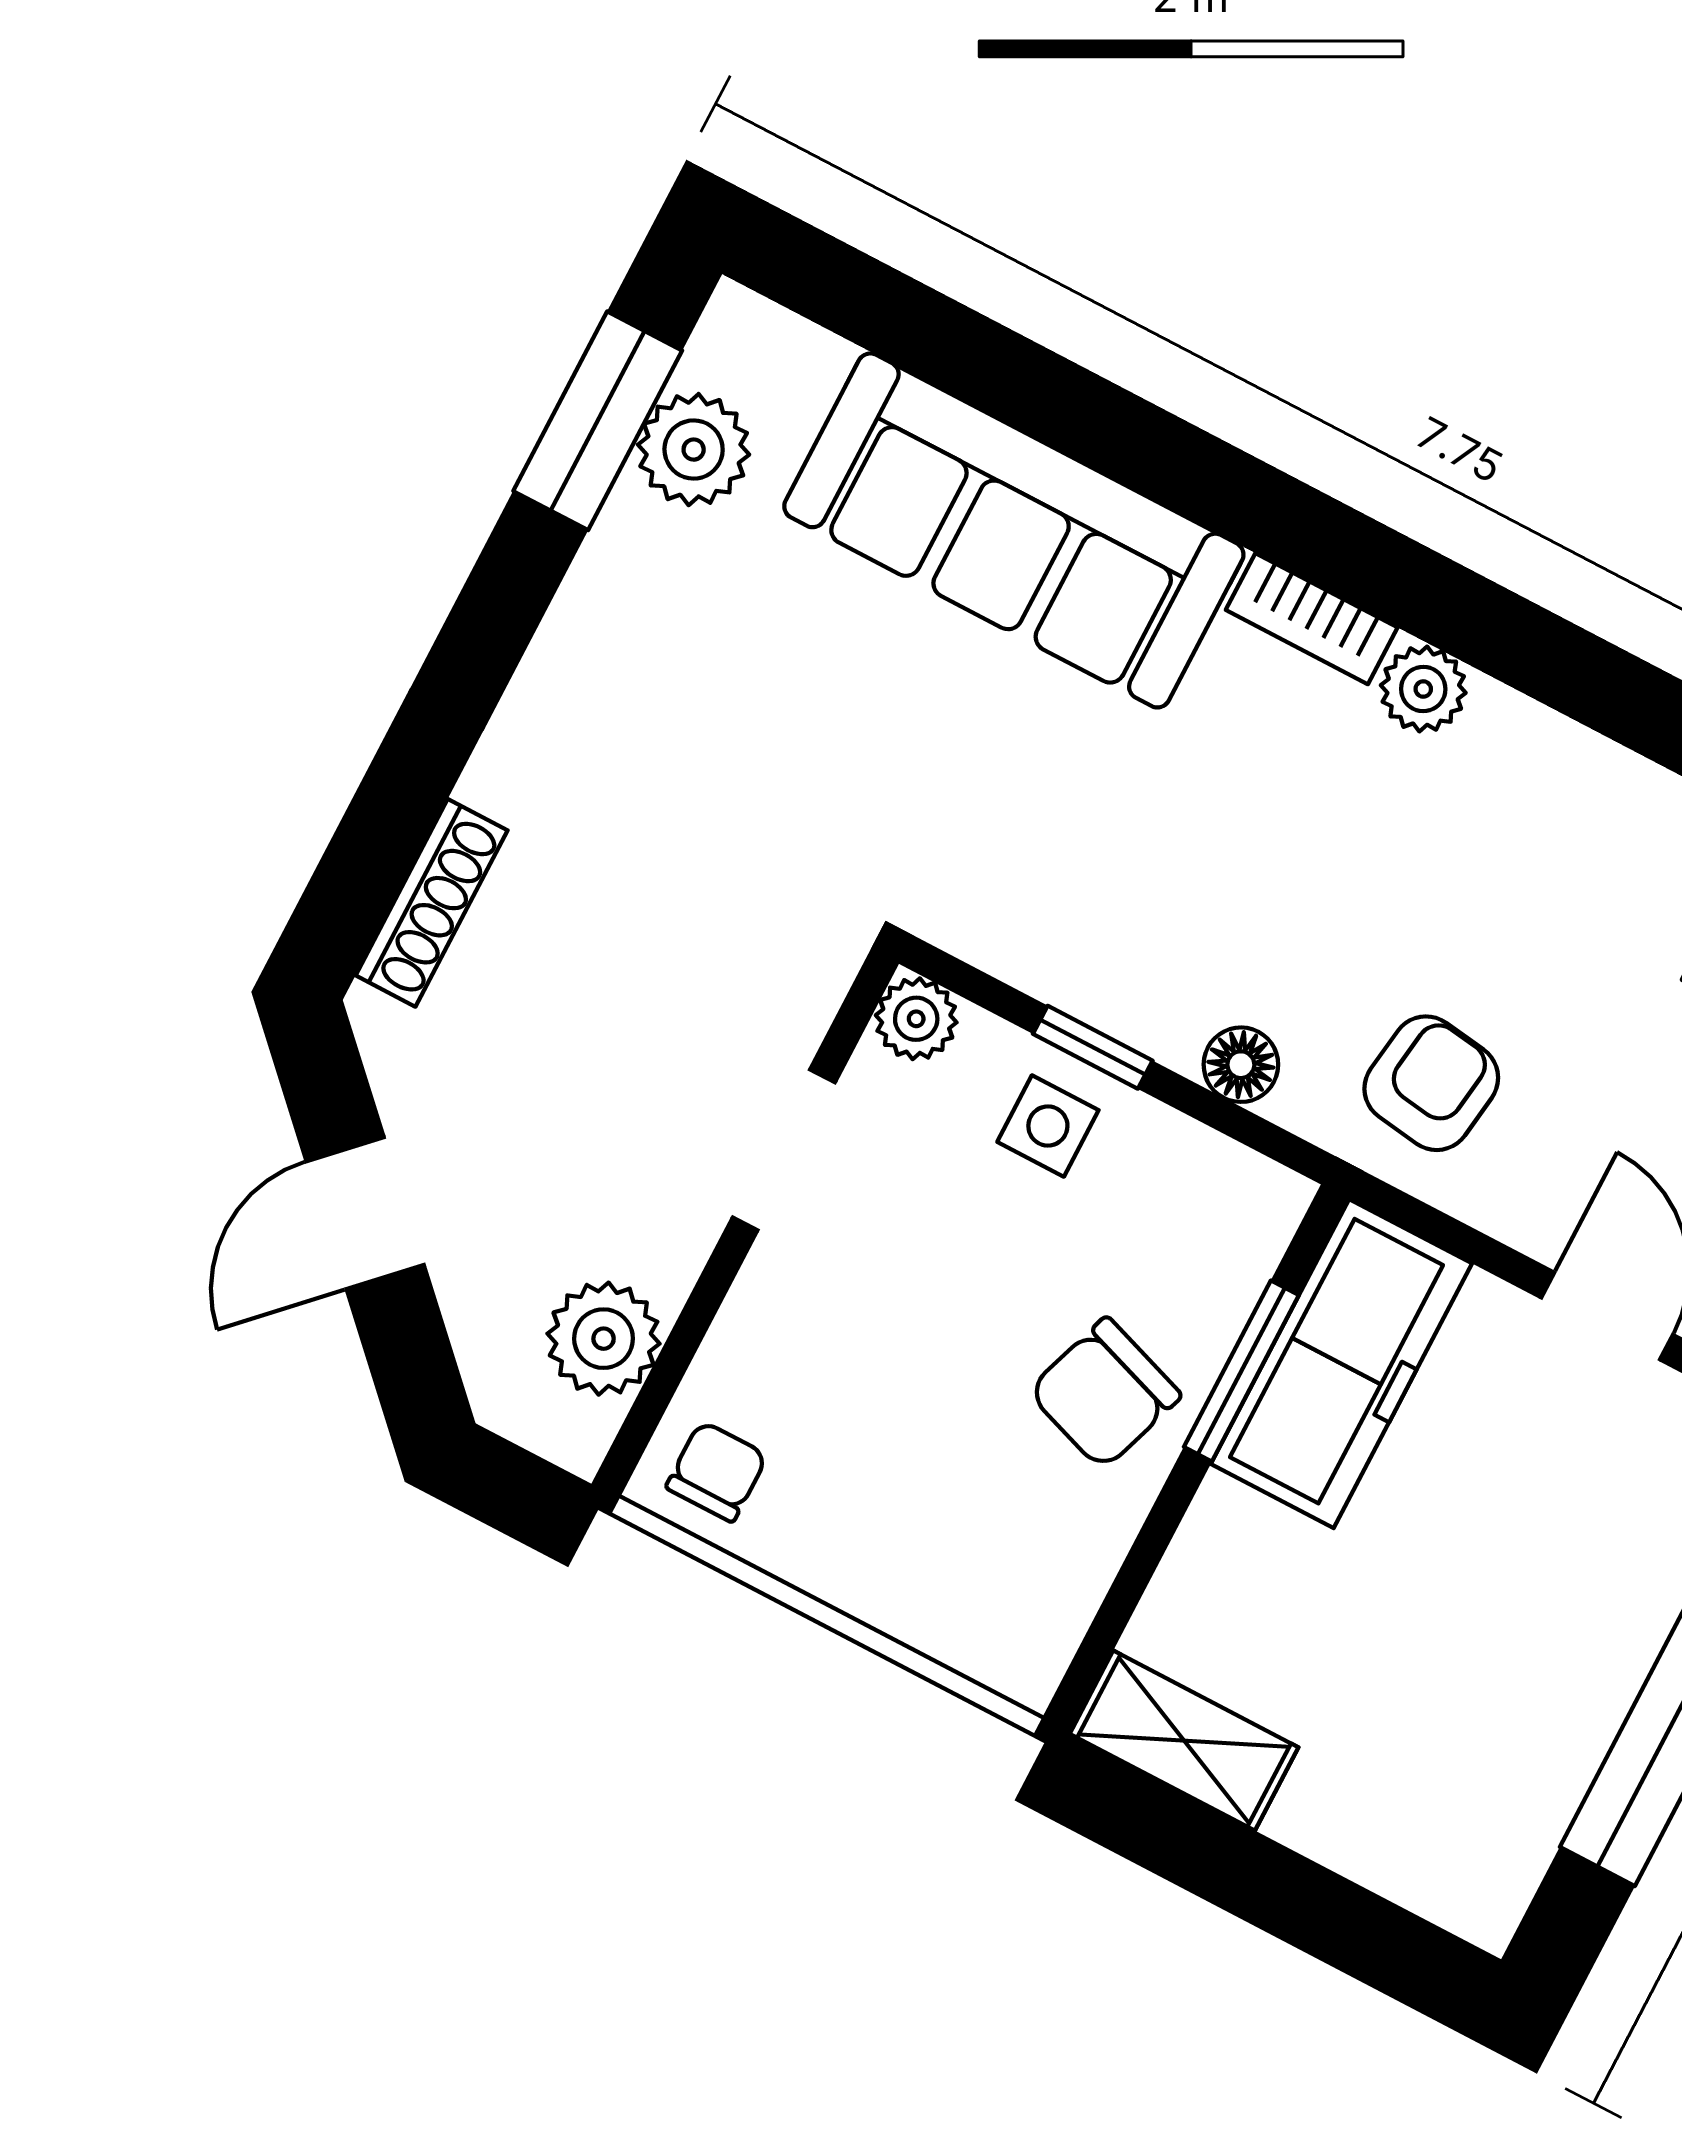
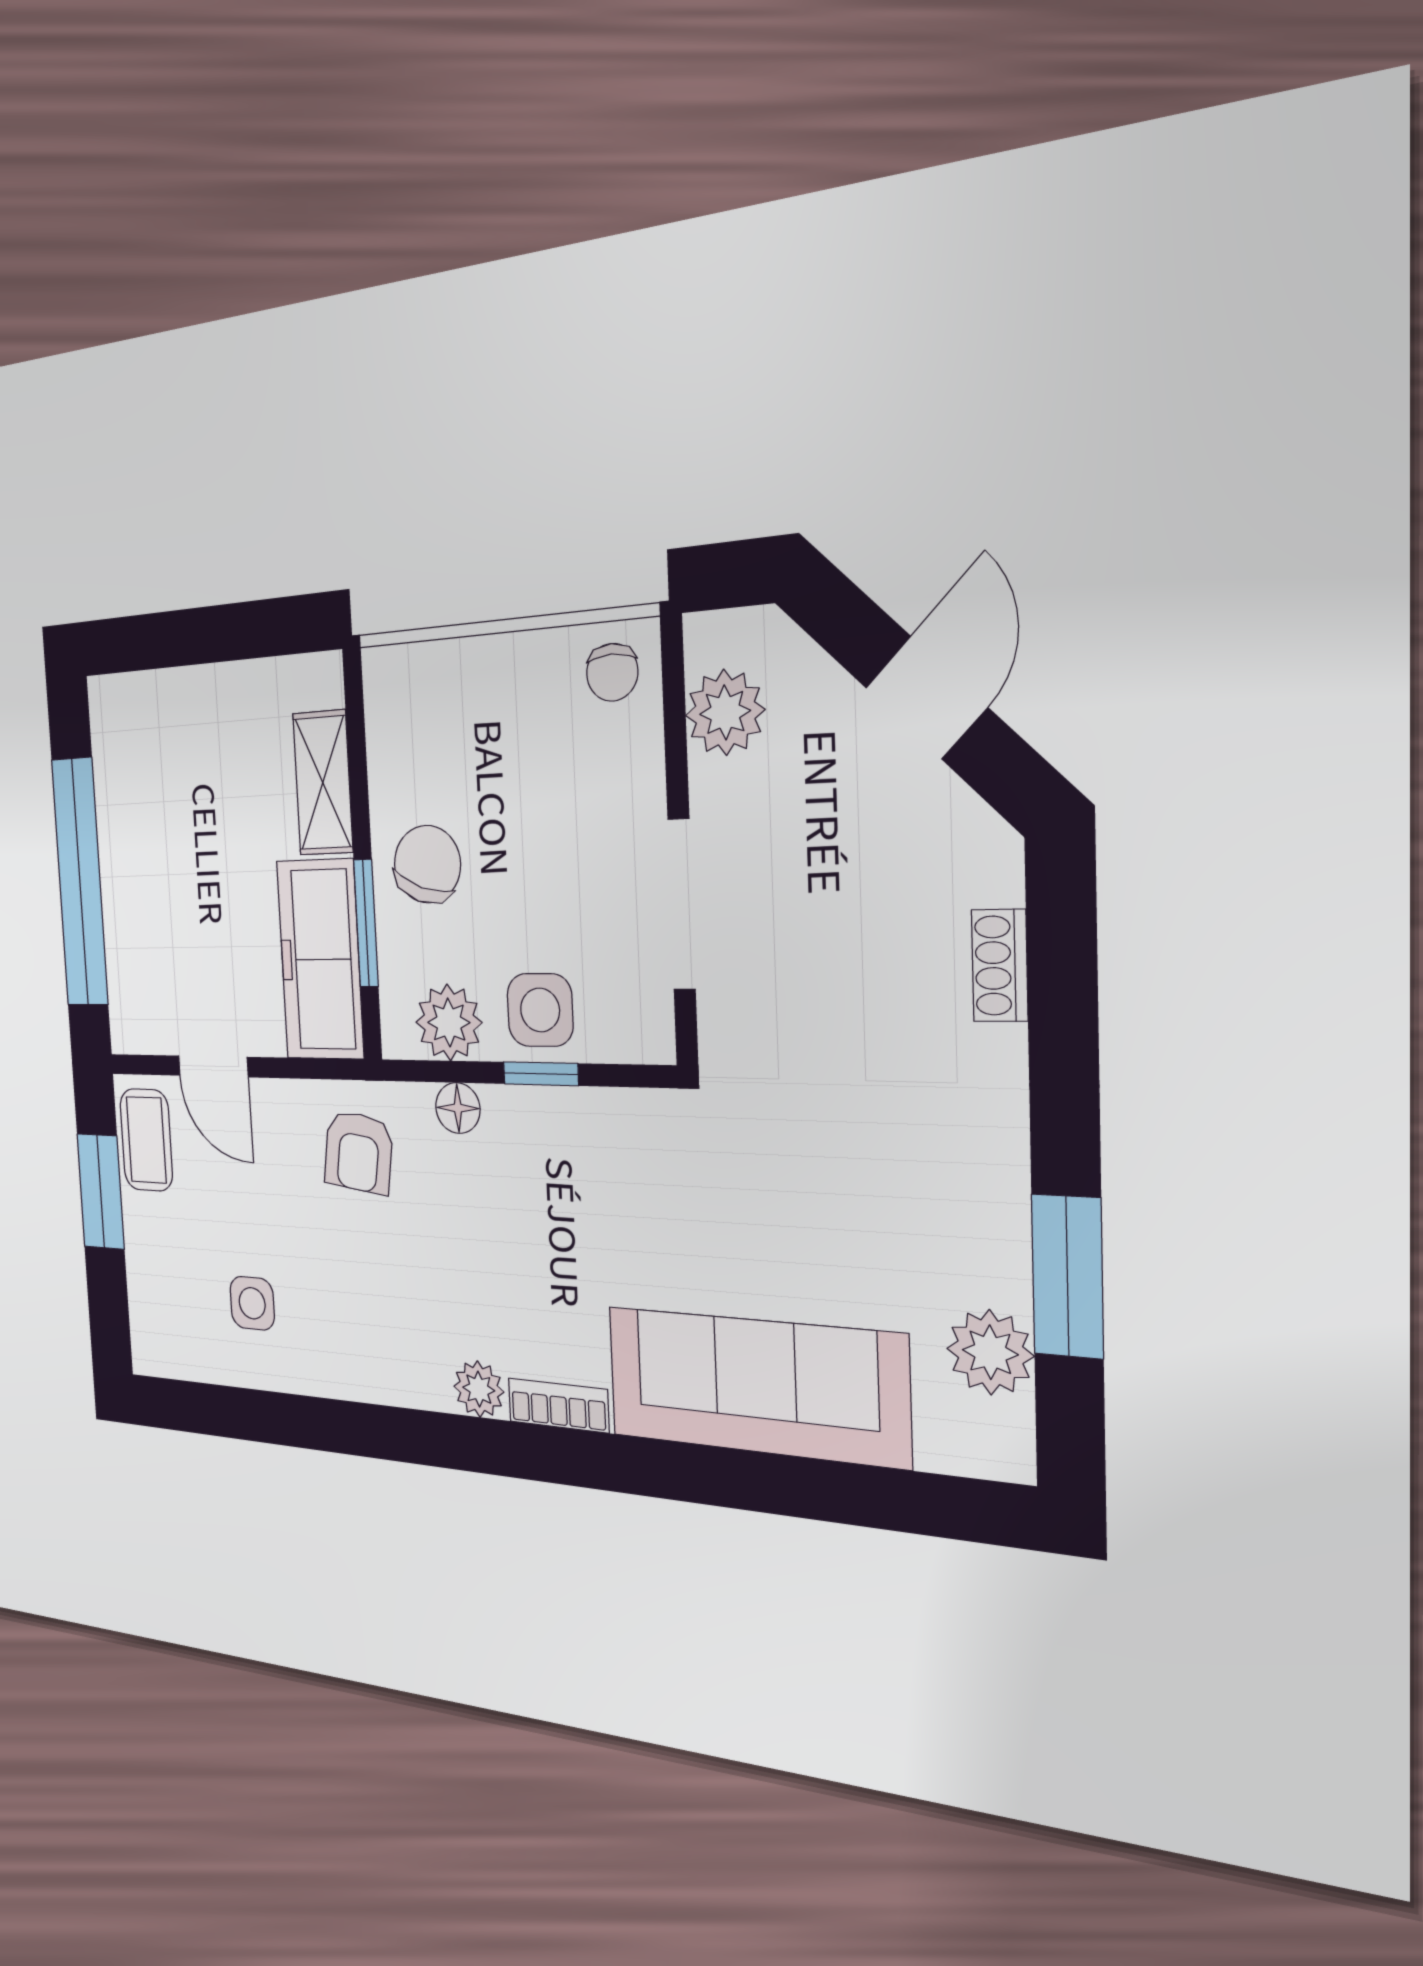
window: (598, 421) -> (1067, 1276), moved
shoe rack: (432, 903) -> (1000, 966), width x0.70
plant: (916, 1019) -> (449, 1022), moved, width x1.38, depth x1.38
side table: (1048, 1126) -> (540, 1010), width x1.37, depth x1.37
doorway: (784, 1150) -> (682, 905), width x1.38
shelving: (1184, 1741) -> (323, 783), moved, turned 90

